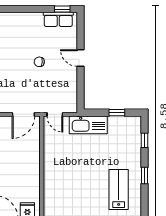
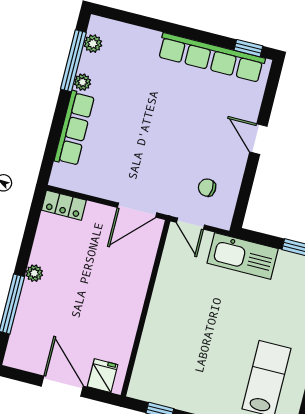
row of seats: (58, 19) -> (211, 57), width x2.02
chair: (39, 62) -> (207, 188), moved

